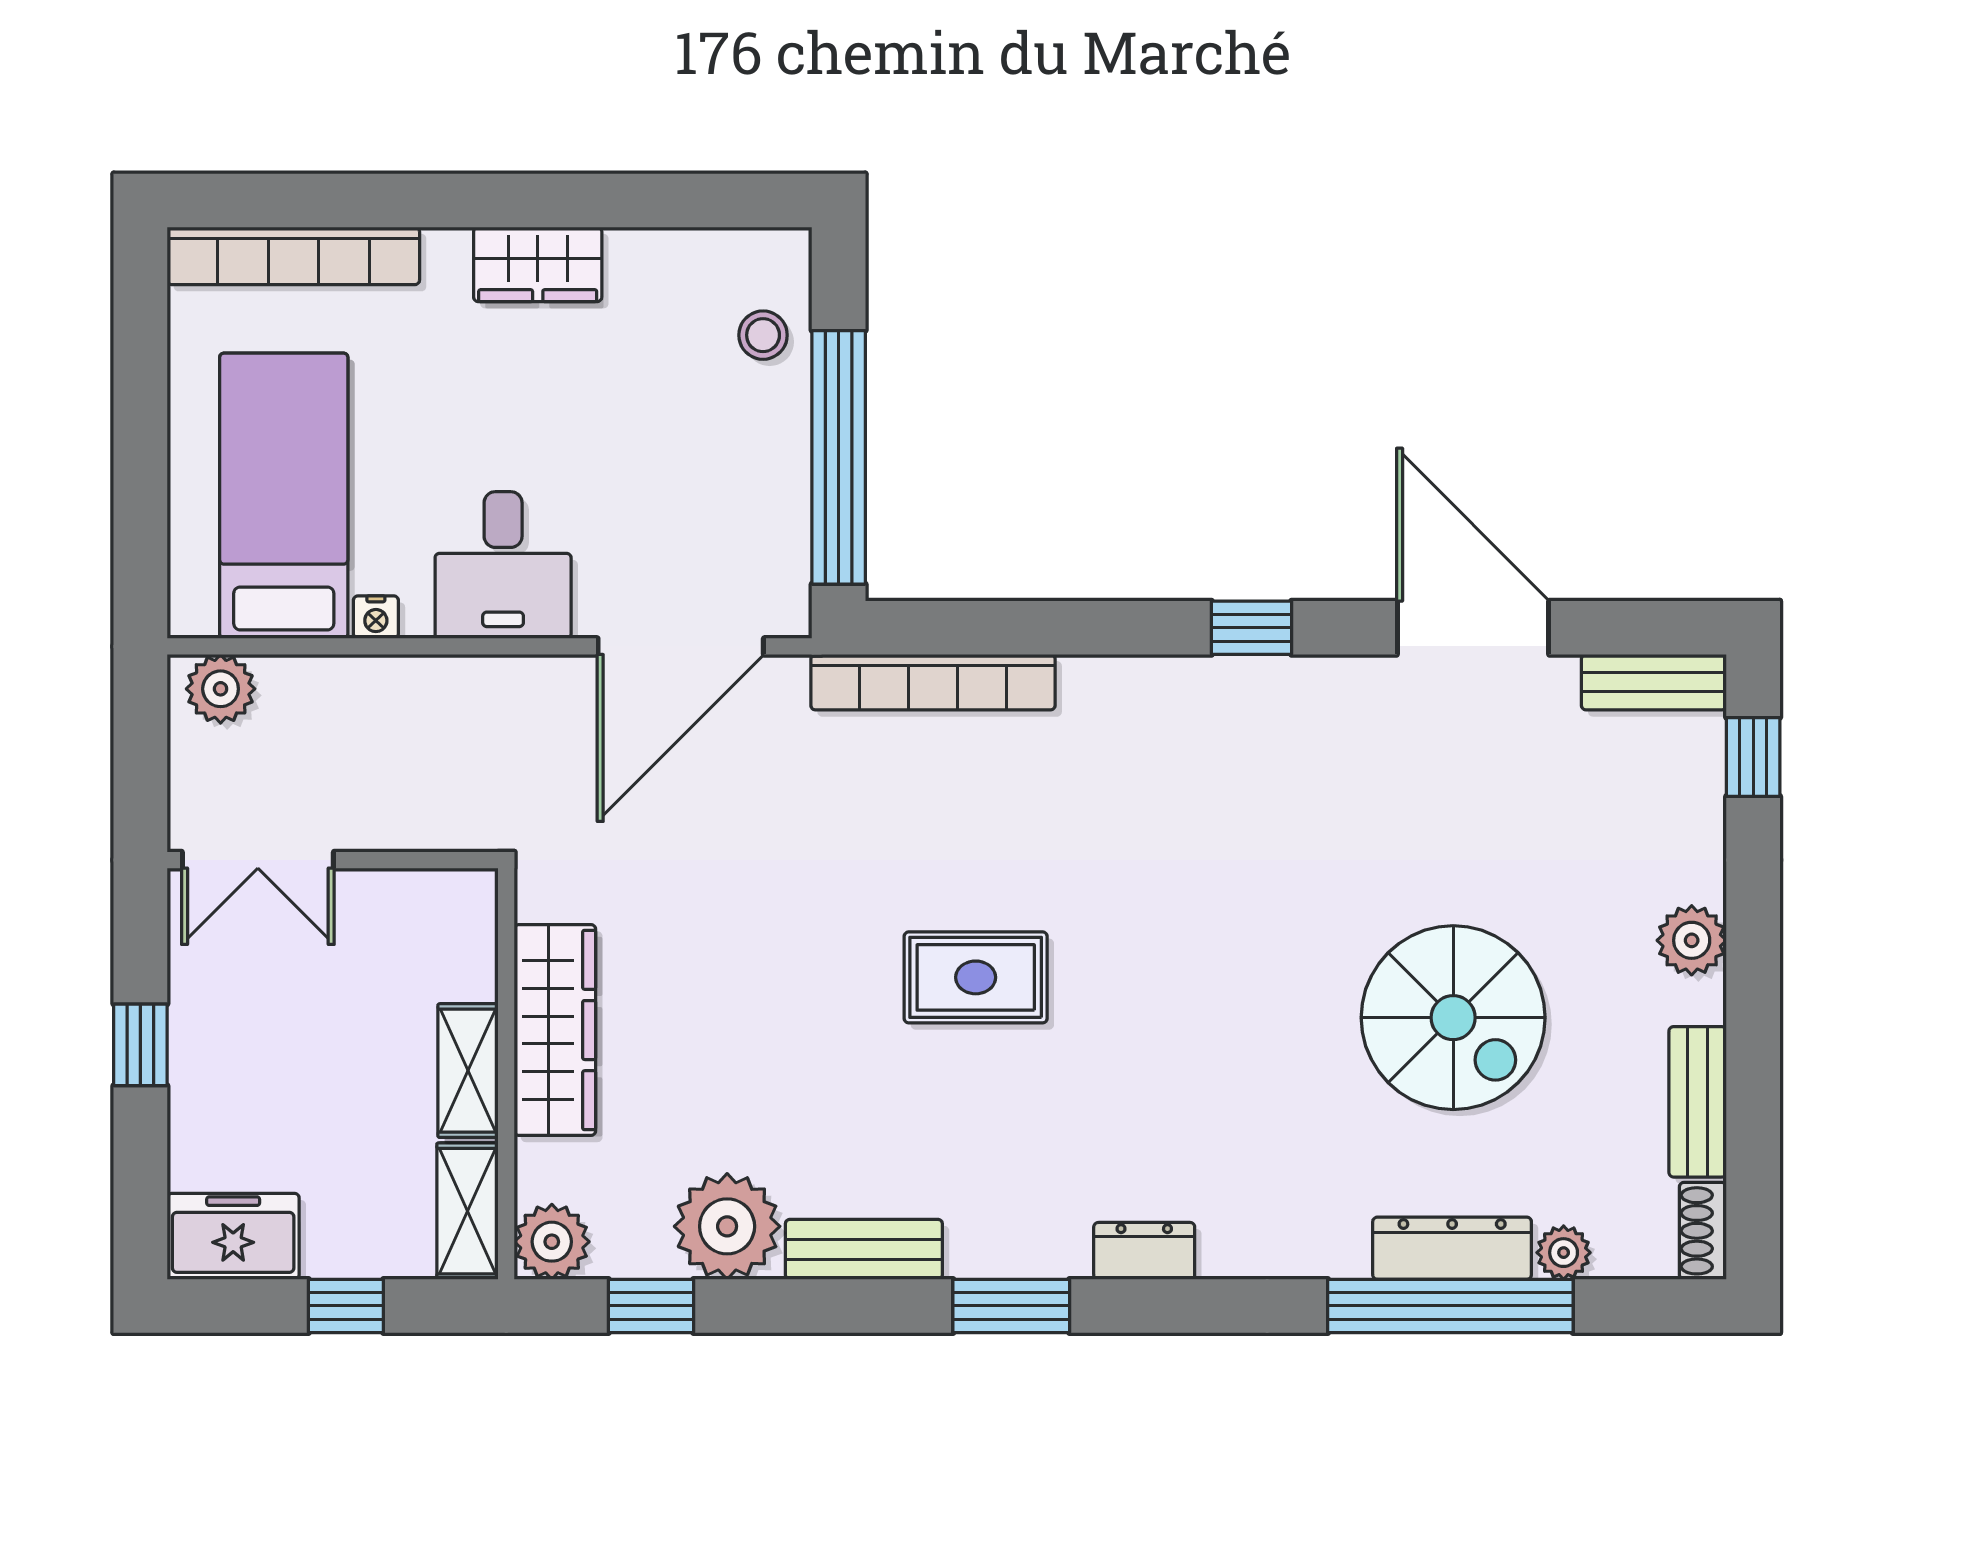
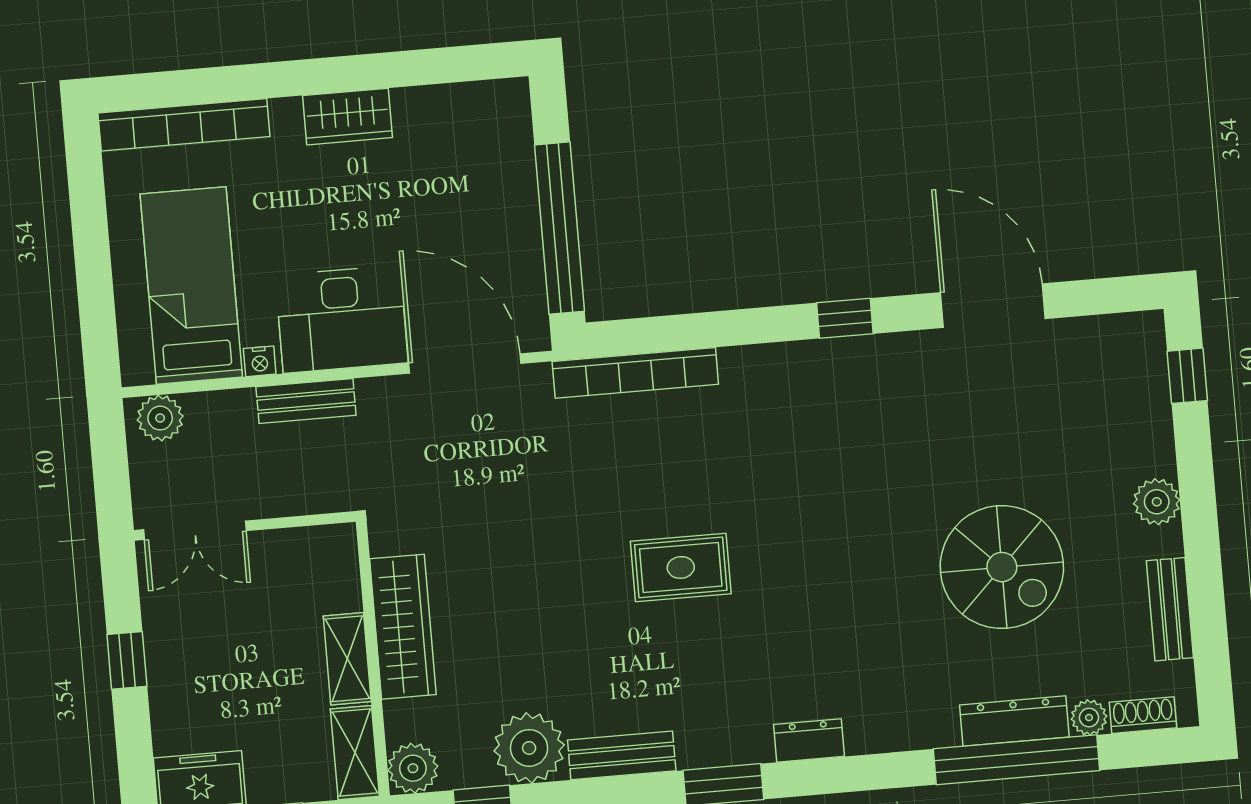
stool: (763, 335) -> (502, 151), removed
desk: (503, 565) -> (342, 319), width x1.37
door: (681, 646) -> (465, 363), swing flipped
bench: (1654, 682) -> (306, 401), moved
shoe rack: (1703, 1231) -> (1143, 715), moved, turned 90

